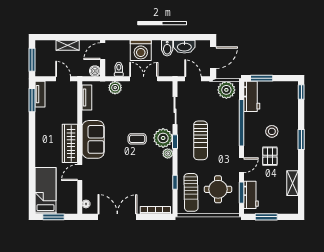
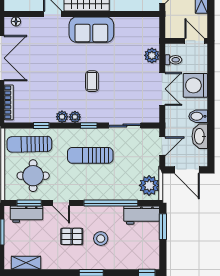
boiler: (95, 71) -> (171, 32), removed
tv unit: (87, 97) -> (140, 22), removed
plant: (163, 138) -> (62, 117), moved, width x0.53, depth x0.53
shelving: (293, 183) -> (26, 263), moved

